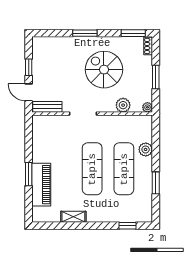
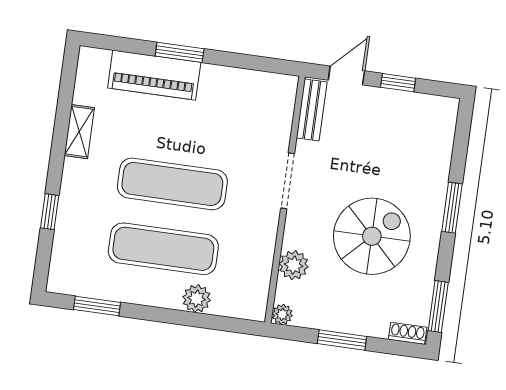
window: (156, 183) -> (97, 306), moved
window: (128, 226) -> (50, 212), moved

